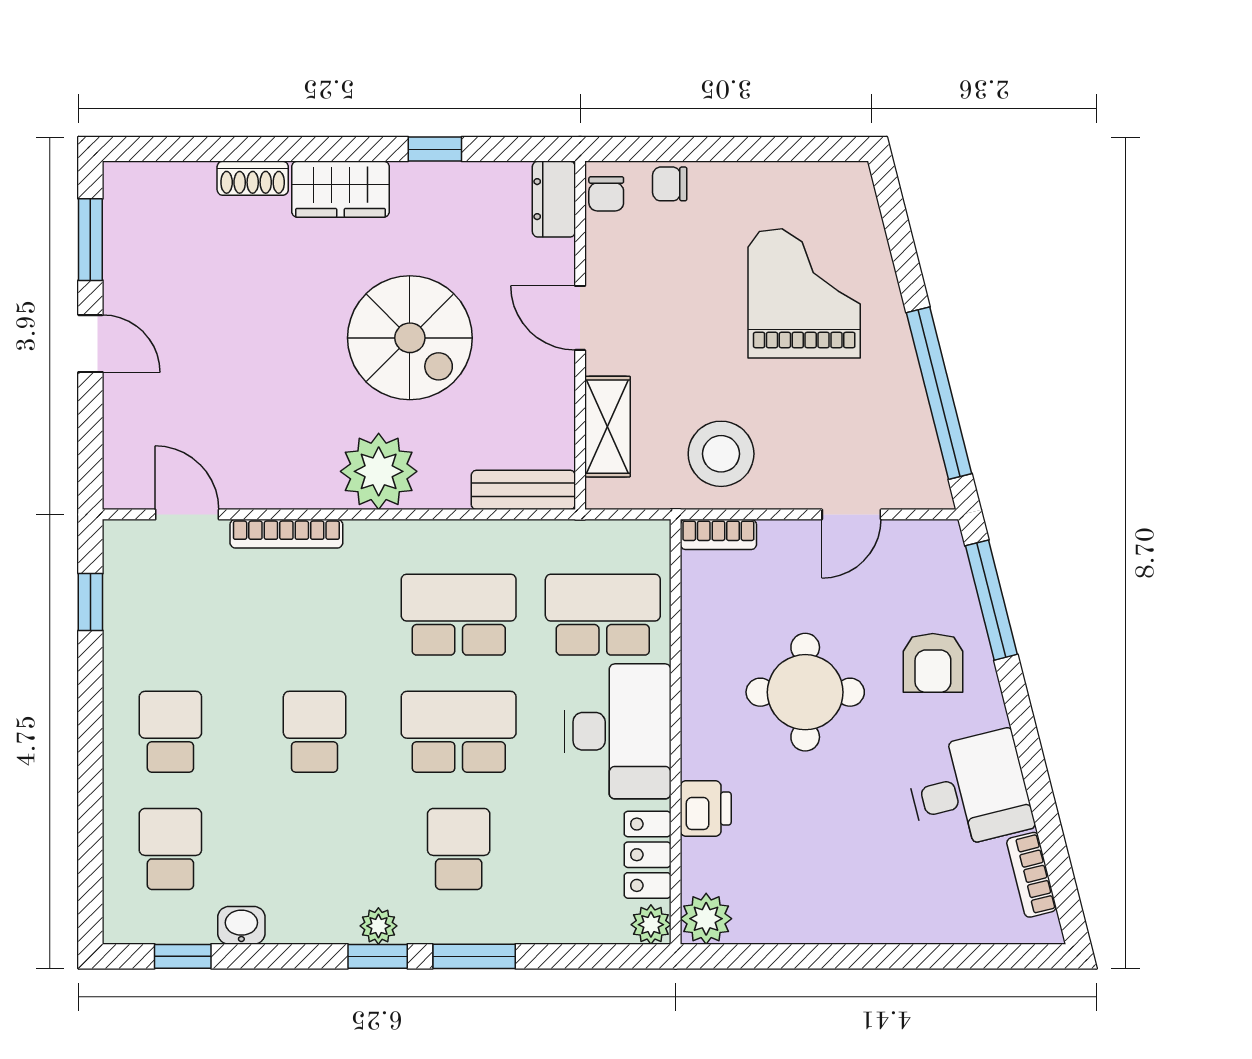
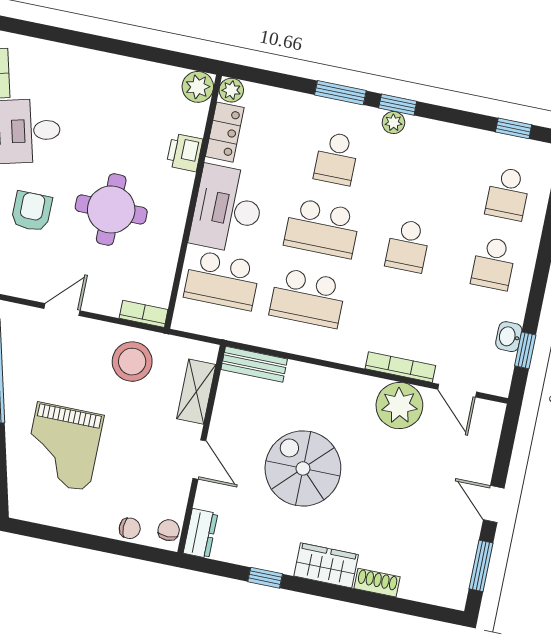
plant: (379, 471) -> (399, 405), moved
washbasin: (241, 925) -> (509, 337), moved, turned 90

